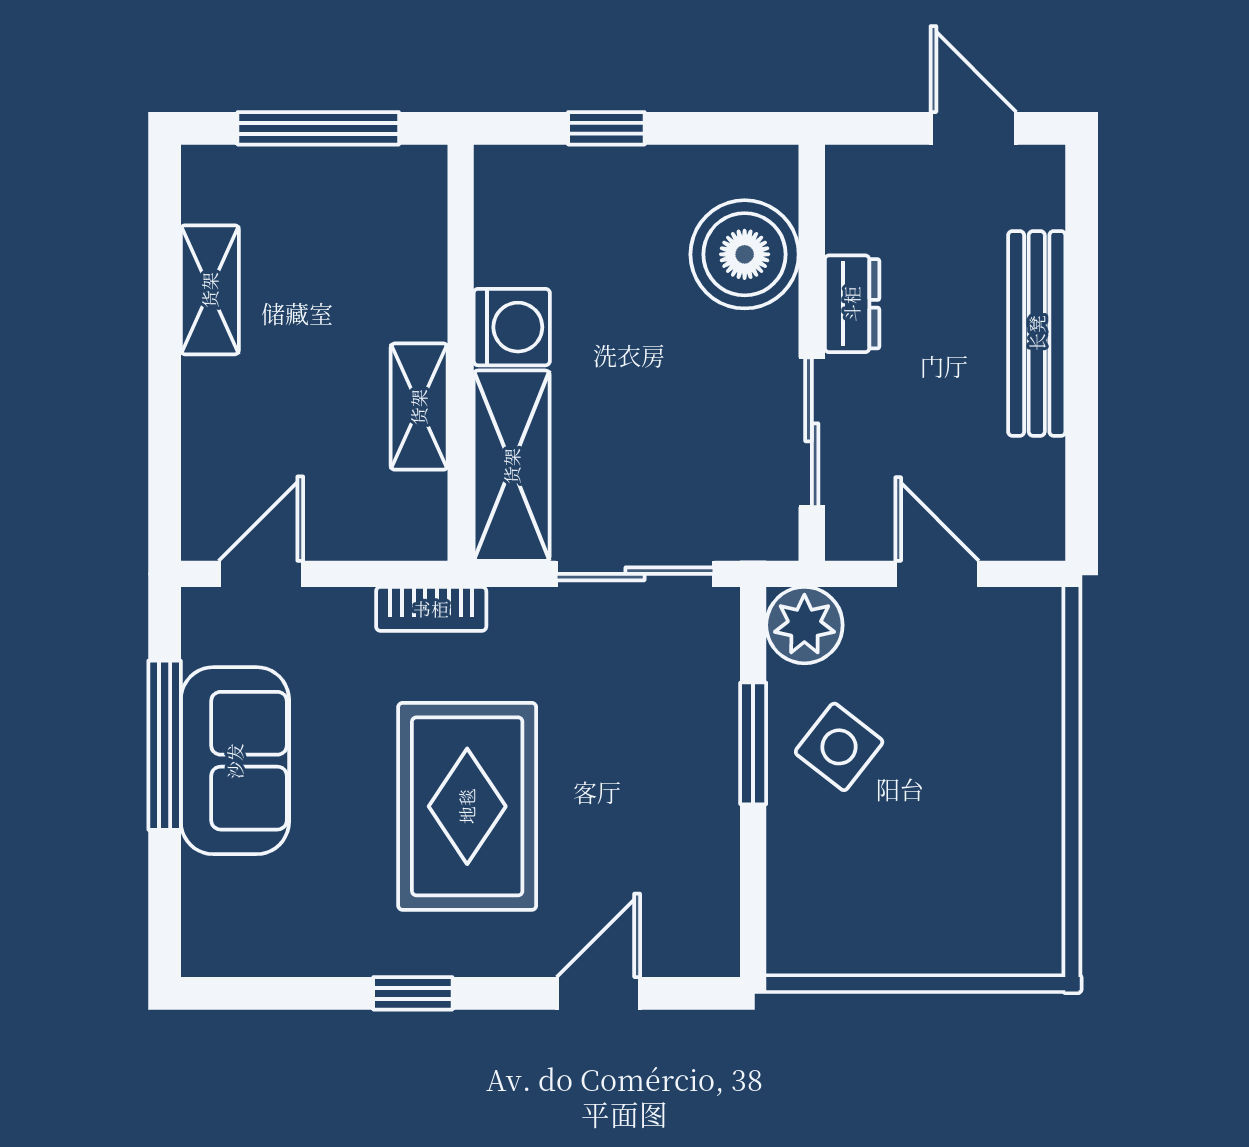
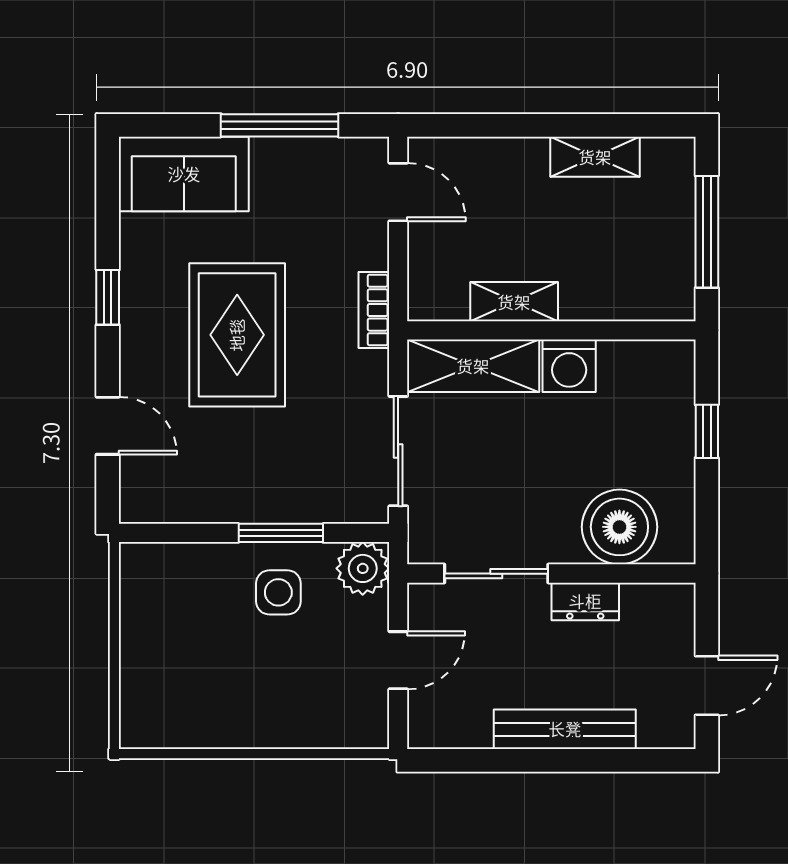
side table: (839, 747) -> (278, 592), turned -38
sofa: (235, 761) -> (184, 174), moved
rug: (467, 806) -> (237, 335), turned 90

